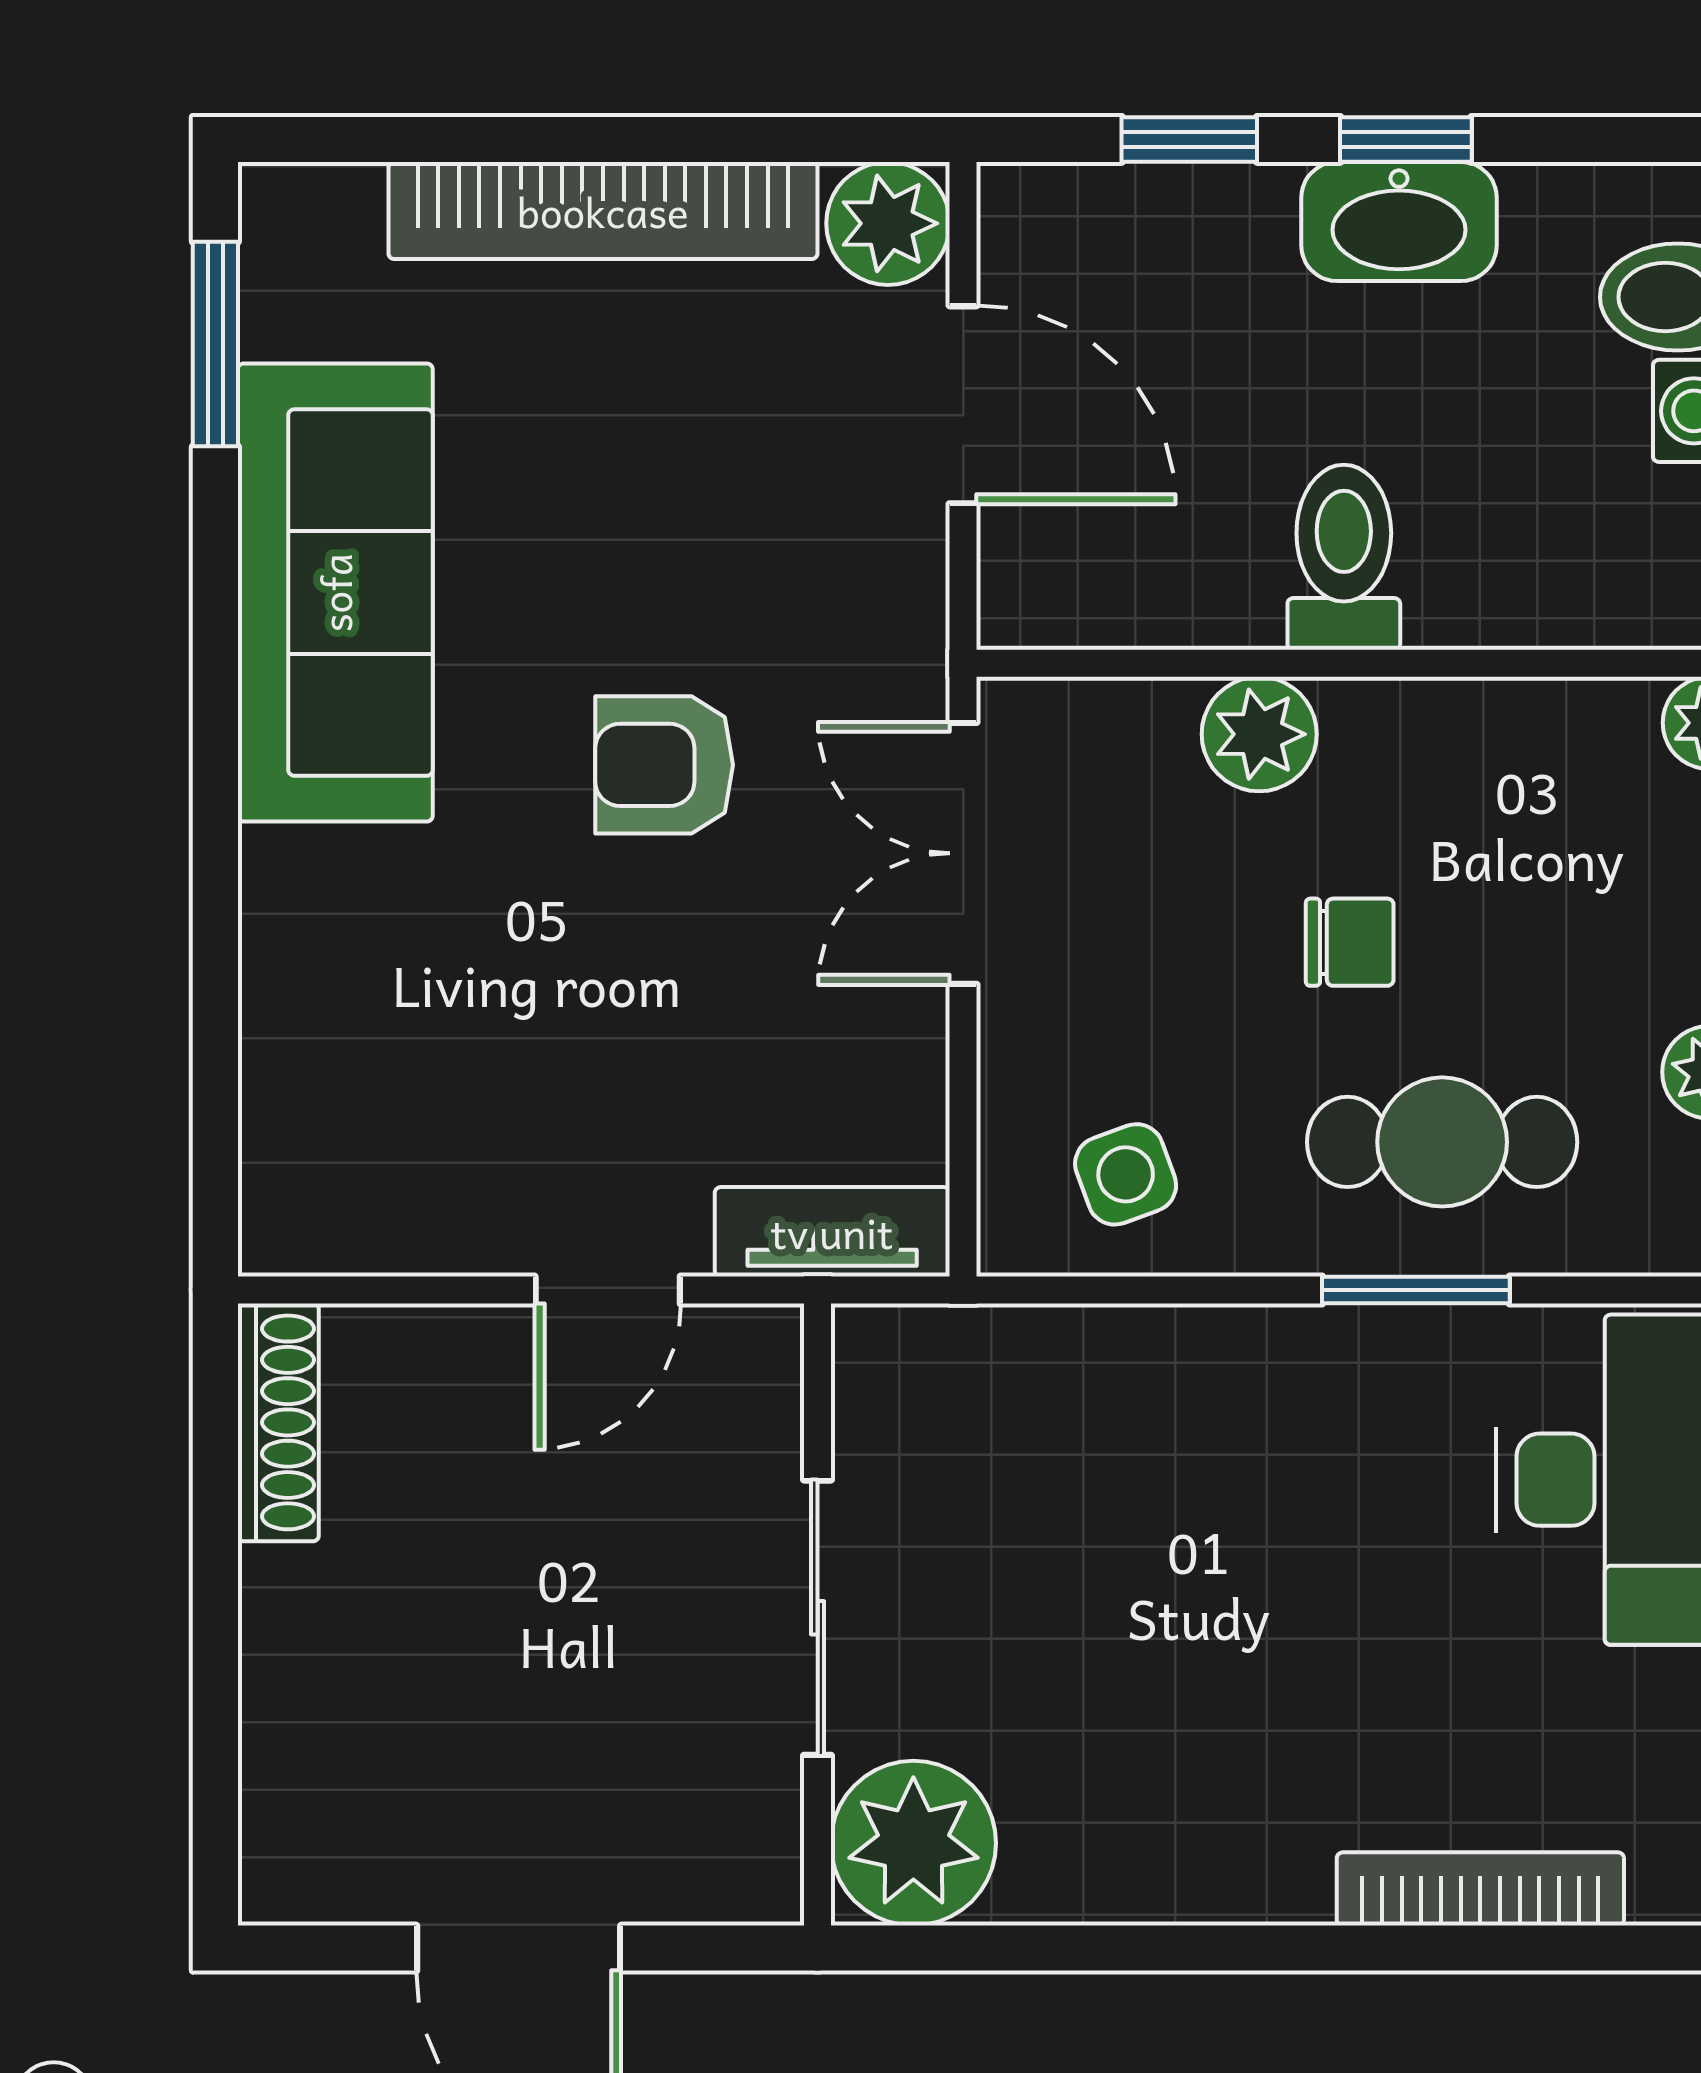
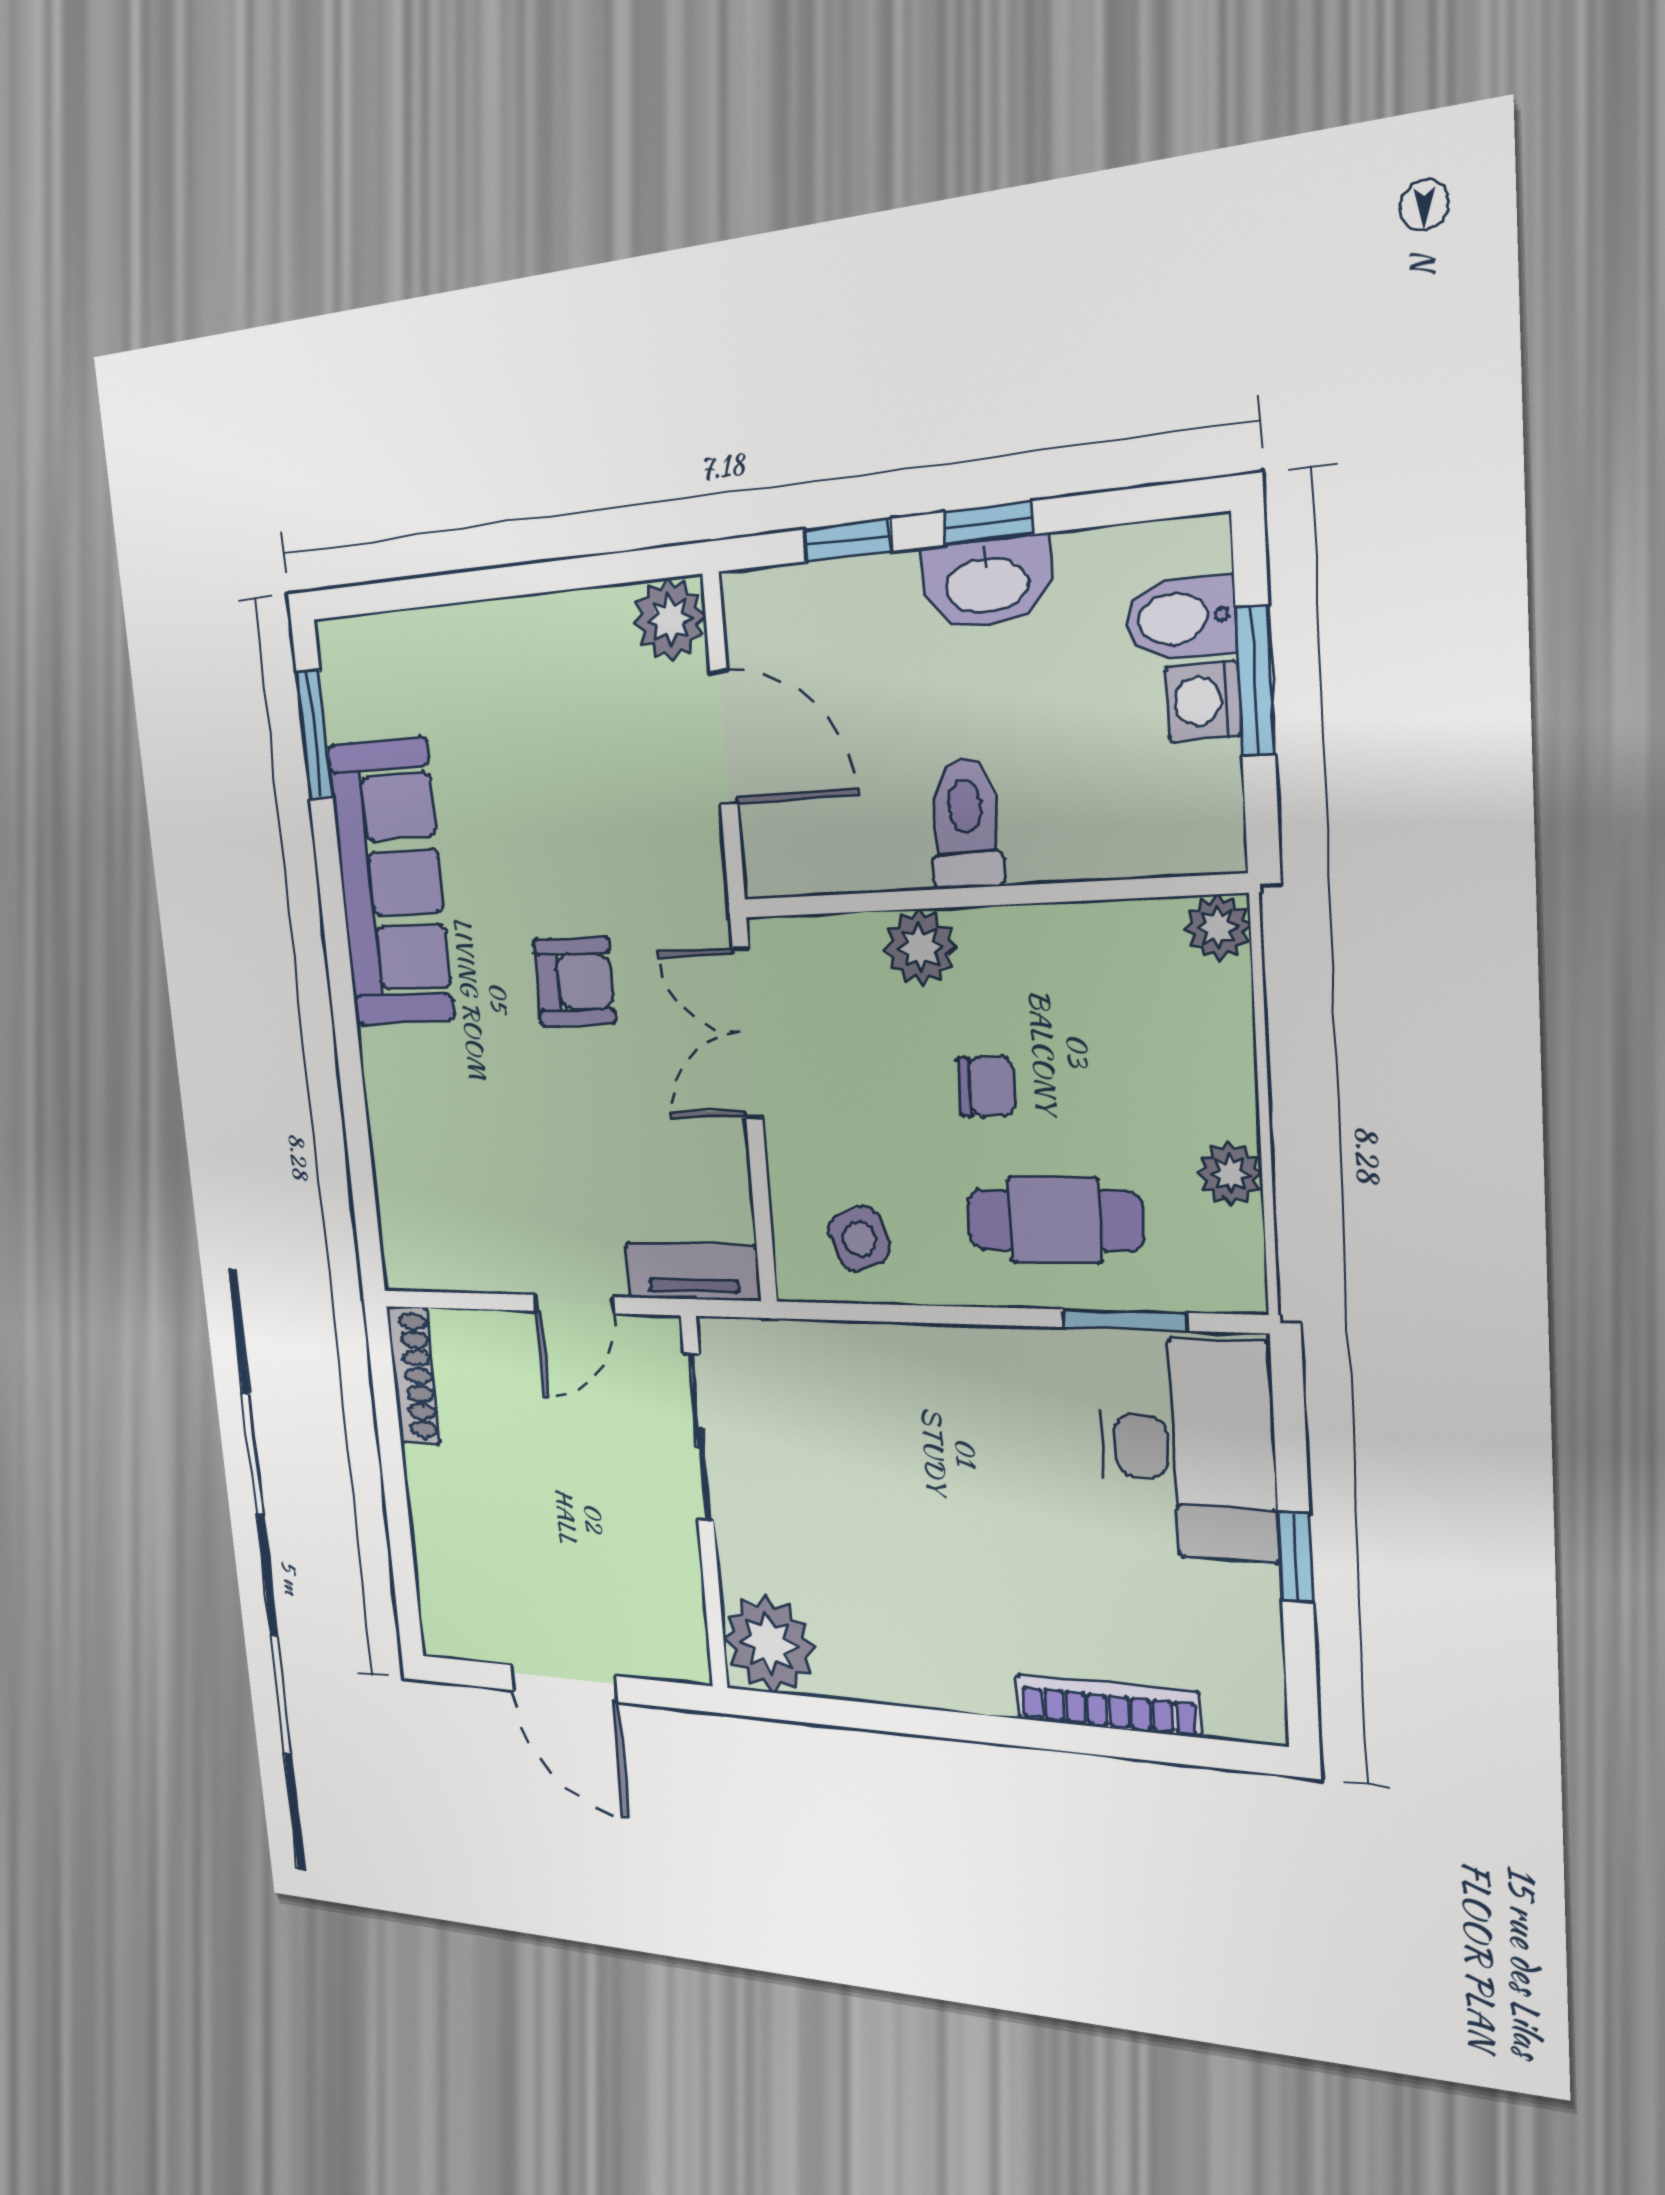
bookcase: (603, 211) -> (508, 629), removed
armchair: (664, 765) -> (574, 982), turned 180
window: (1416, 1290) -> (1124, 1320), moved
sliding door: (818, 1618) -> (699, 1437), moved

